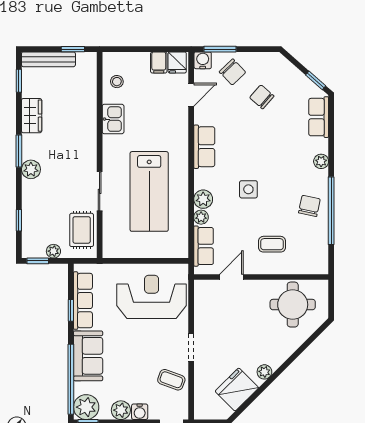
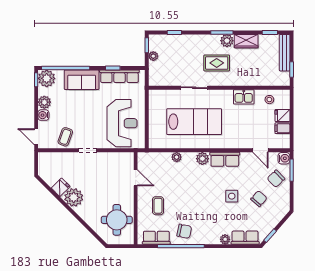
fridge: (177, 62) -> (282, 116), moved
plant: (321, 161) -> (225, 239), moved
plant: (31, 169) -> (227, 41), moved
side table: (248, 189) -> (232, 196), moved
lab bench: (149, 191) -> (194, 122), turned 180
plant: (203, 199) -> (202, 159), moved
rug: (82, 230) -> (217, 63), moved
row of seats: (204, 246) -> (156, 238), moved, turned 180
plant: (264, 372) -> (74, 197), width x1.87, depth x1.87
fridge: (237, 389) -> (61, 187), width x0.53, depth x0.75

